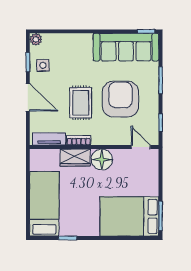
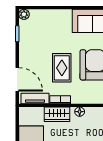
side table: (43, 65) -> (30, 36), removed
door: (28, 97) -> (17, 79), moved
floor lamp: (102, 159) -> (80, 112), width x0.53, depth x0.53

